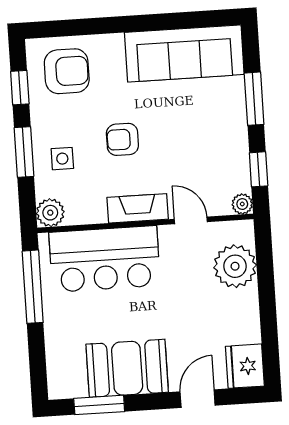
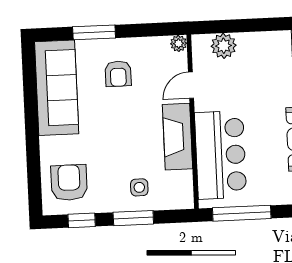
armchair: (122, 139) -> (118, 74), moved
window: (259, 169) -> (151, 30), removed
fireplace: (138, 208) -> (178, 137), width x1.37, depth x1.32
plant: (50, 213) -> (183, 198), removed
plant: (235, 266) -> (224, 46), width x0.73, depth x0.73

